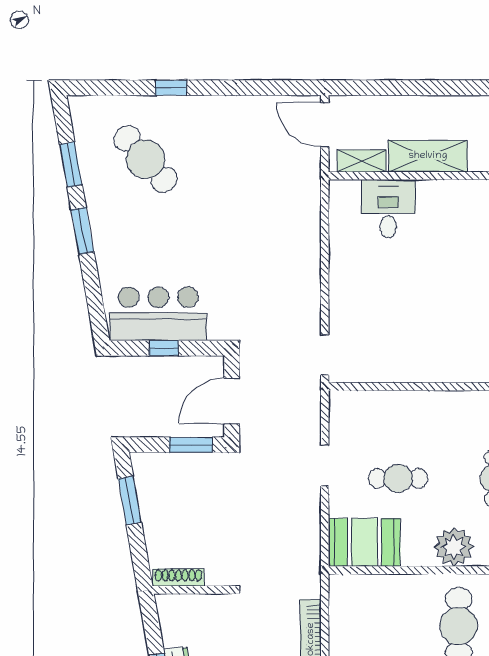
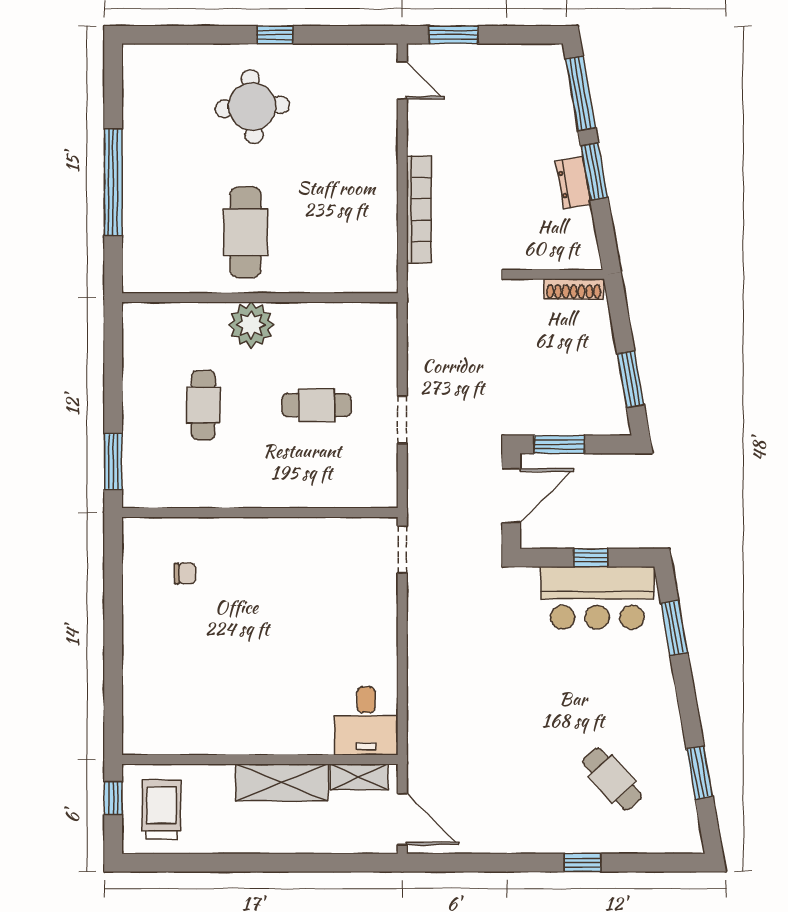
cafe table: (146, 159) -> (612, 779), width x0.73, depth x0.74
desk: (388, 209) -> (366, 721), moved
window: (83, 231) -> (674, 628), moved
booth: (364, 542) -> (356, 330), removed

